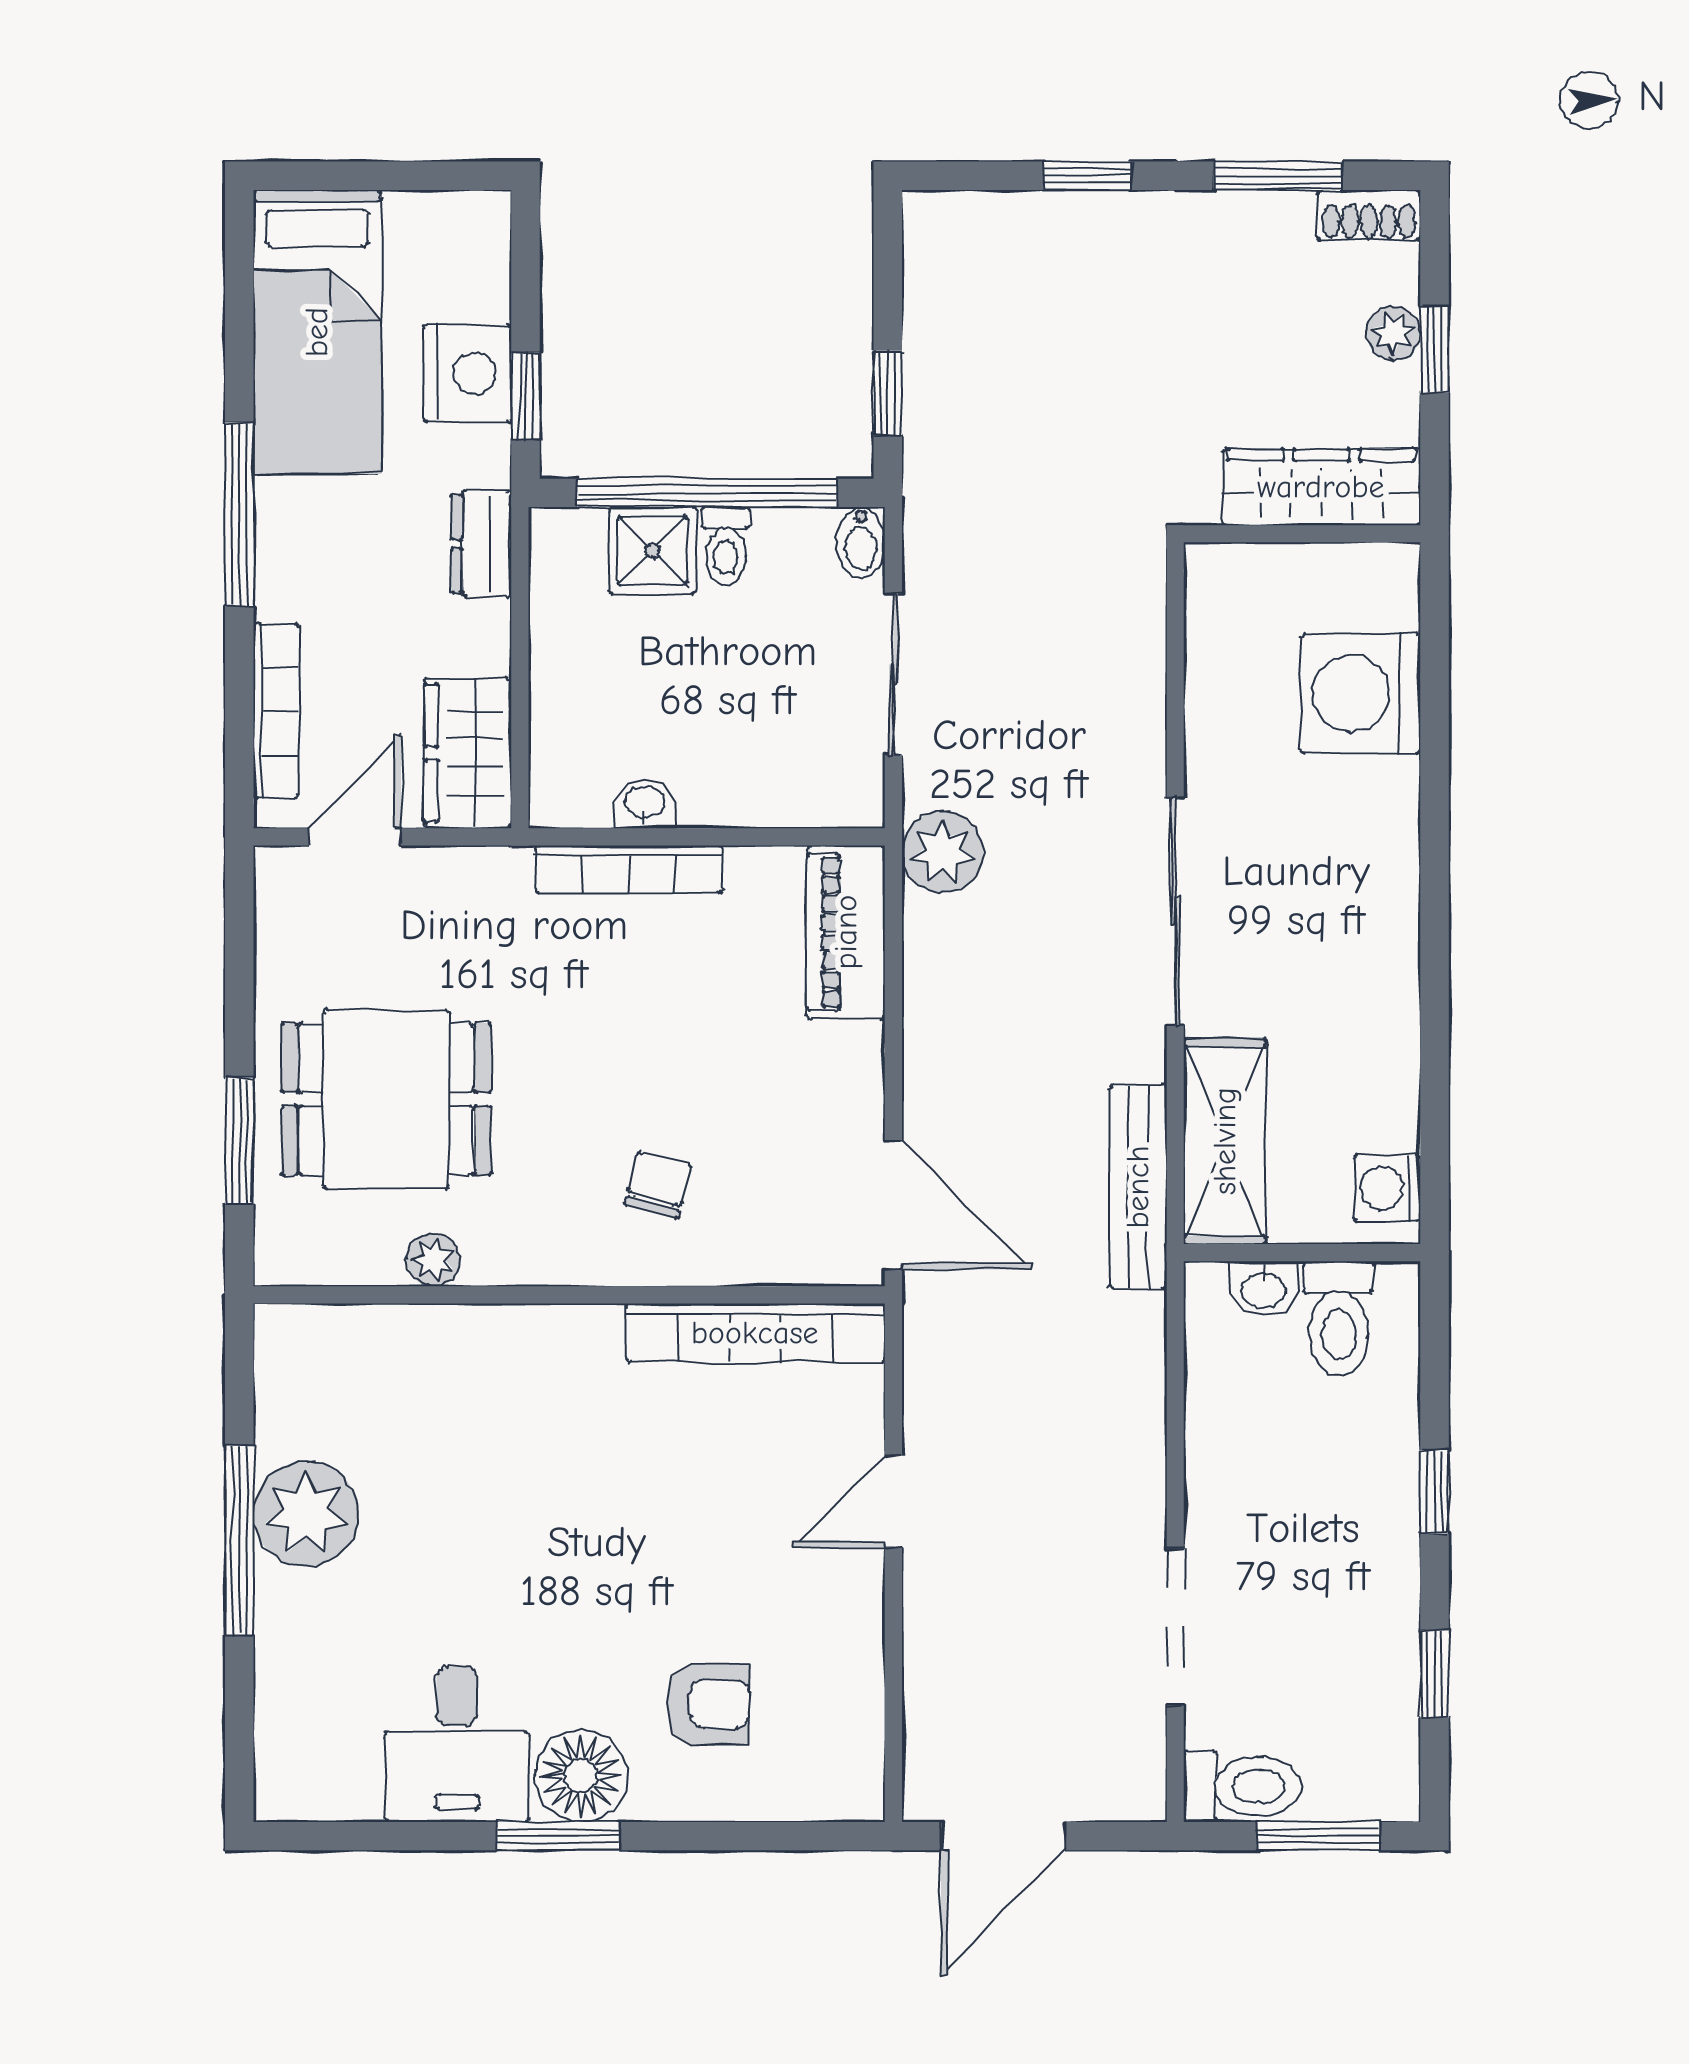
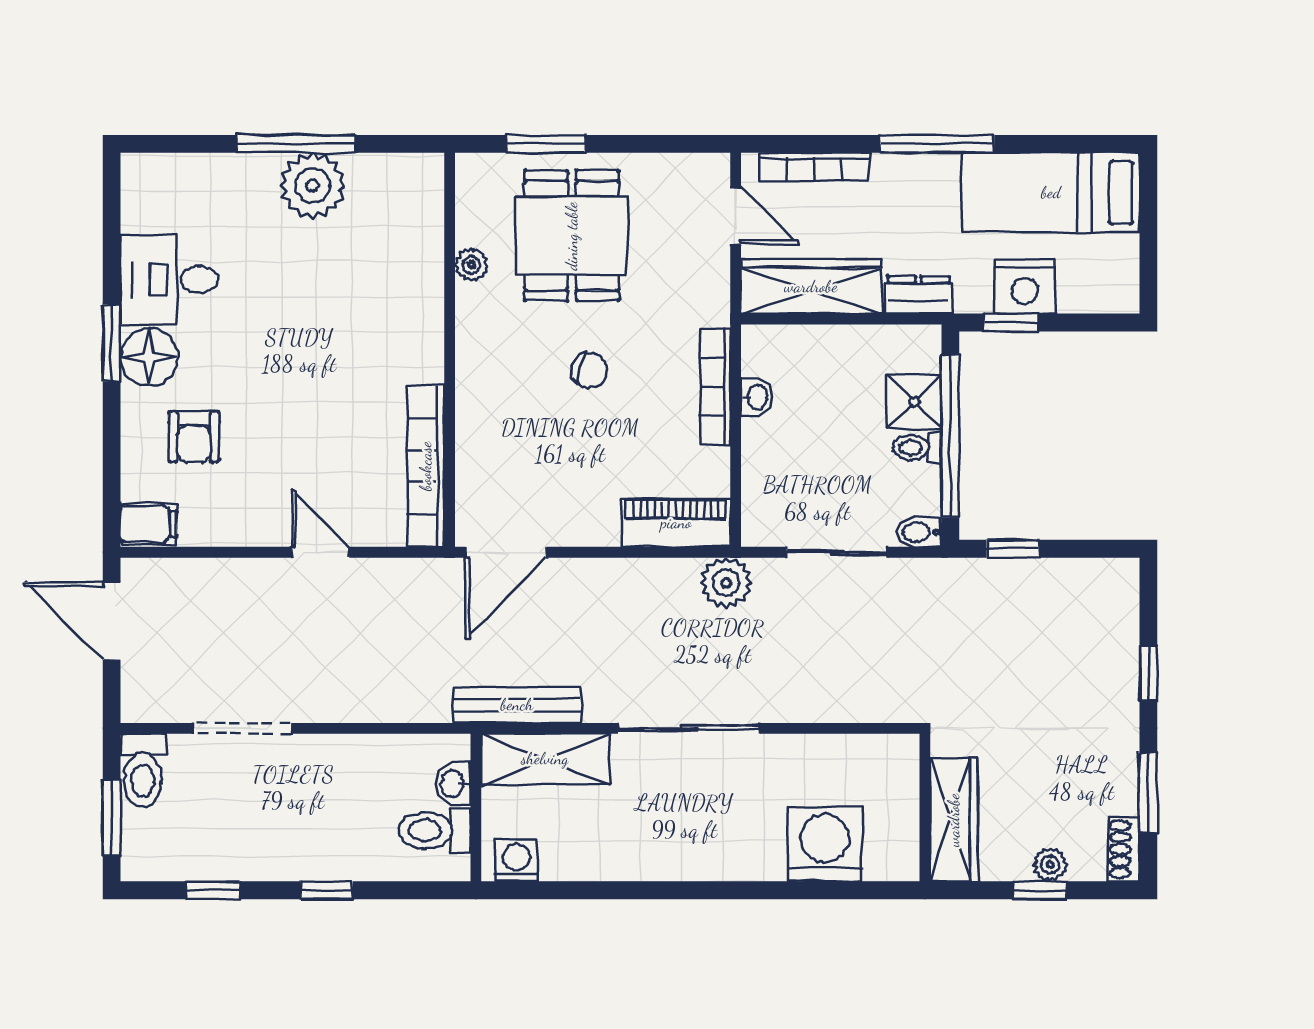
wardrobe: (468, 753) -> (811, 287), width x1.50
chair: (658, 1185) -> (590, 370), moved
filing cabinet: (848, 1777) -> (149, 524), added

